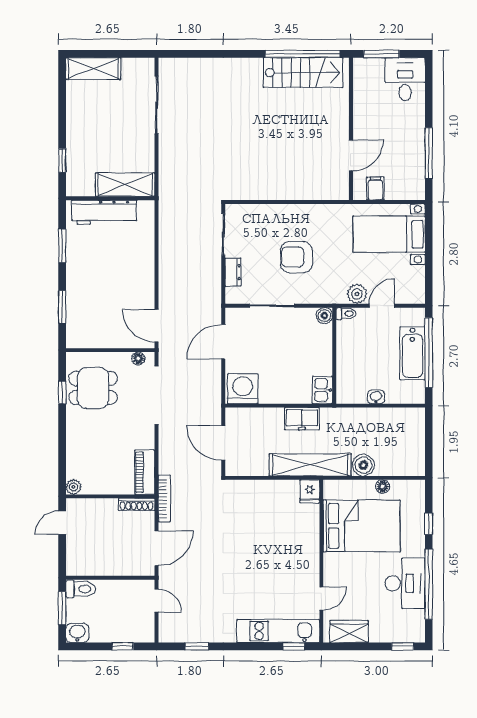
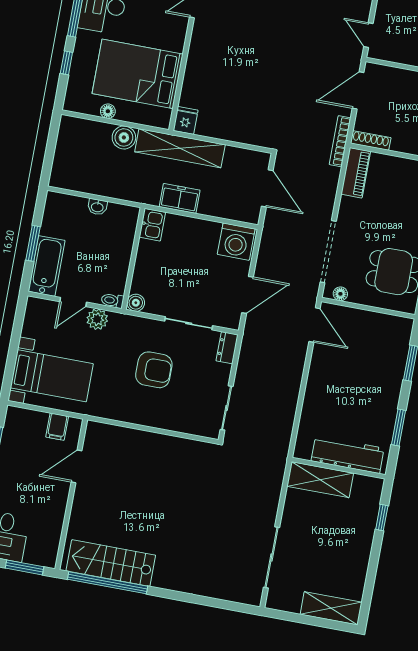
dresser: (233, 272) -> (227, 348), moved
bathtub: (412, 353) -> (47, 266), moved
window: (429, 353) -> (33, 243), width x0.47

